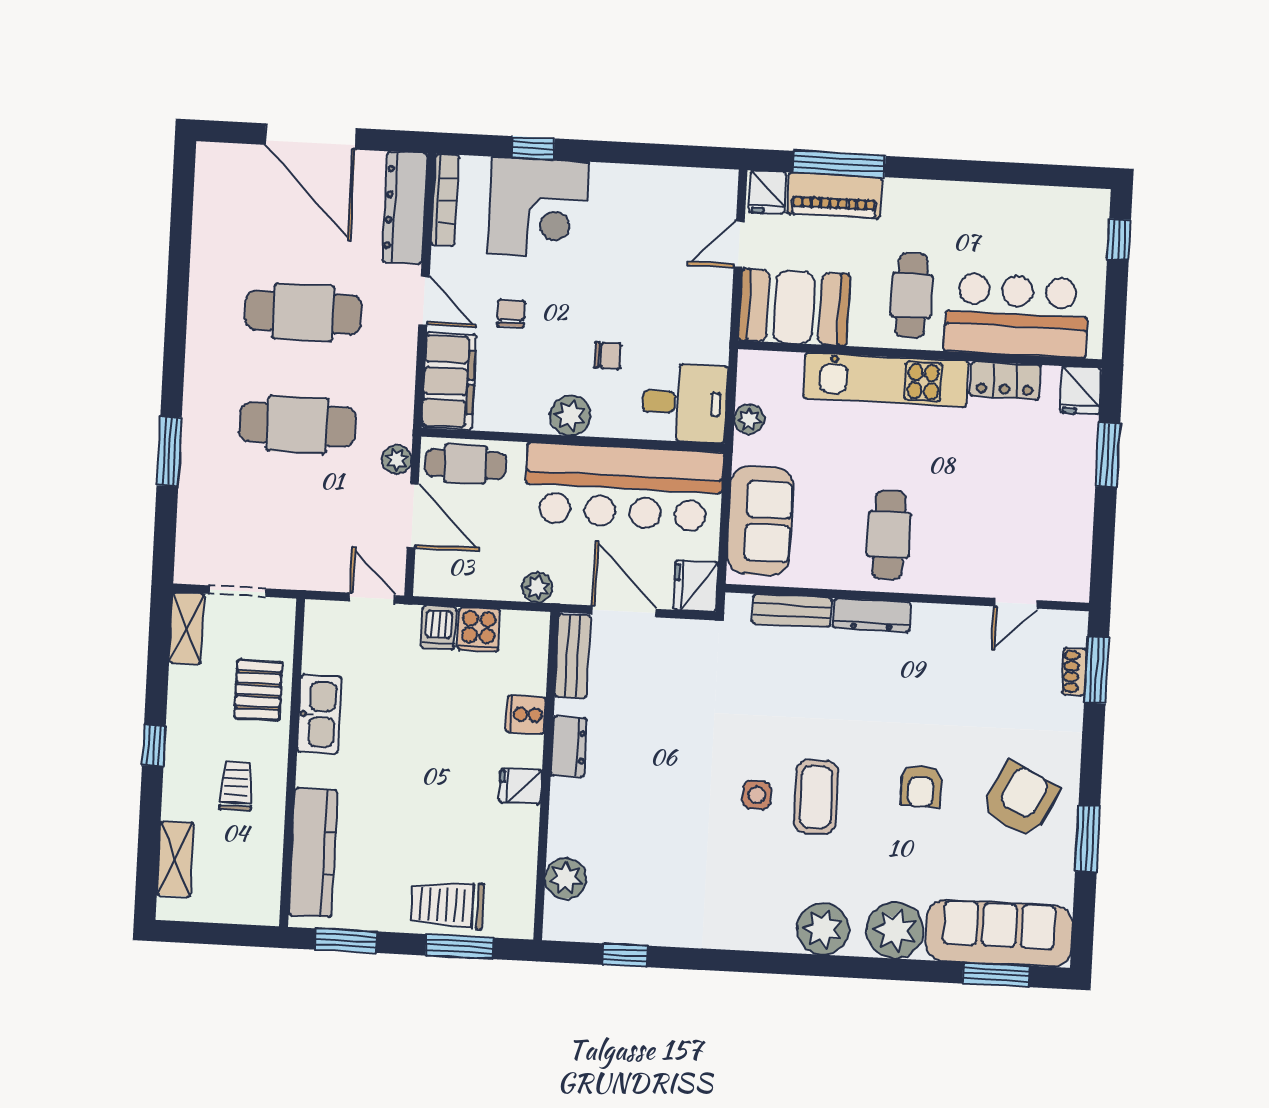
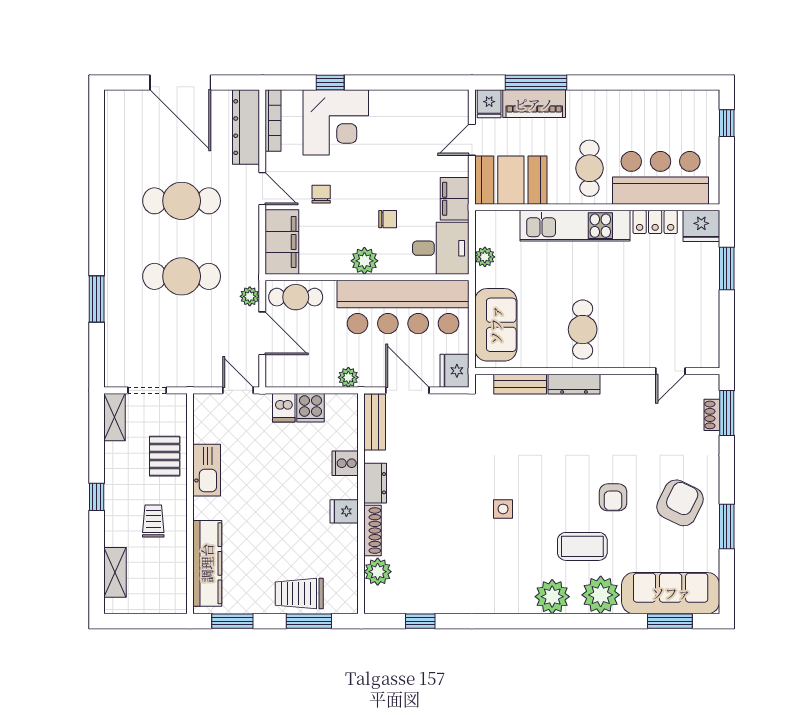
filing cabinet: (709, 330) -> (455, 199), added
fridge: (1081, 390) -> (701, 226), width x1.38
coffee table: (816, 797) -> (582, 546), moved, turned 90
shoe rack: (561, 817) -> (373, 531), added

